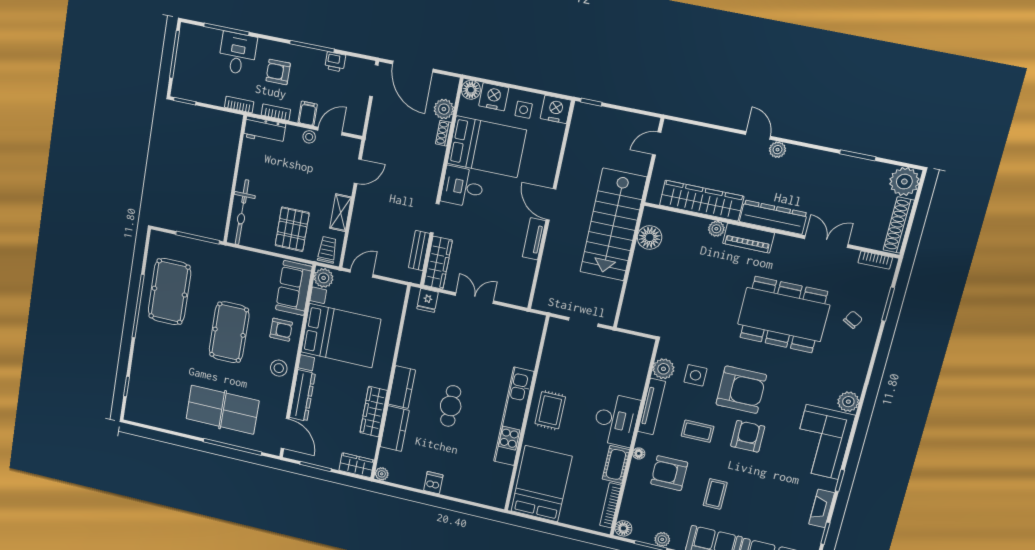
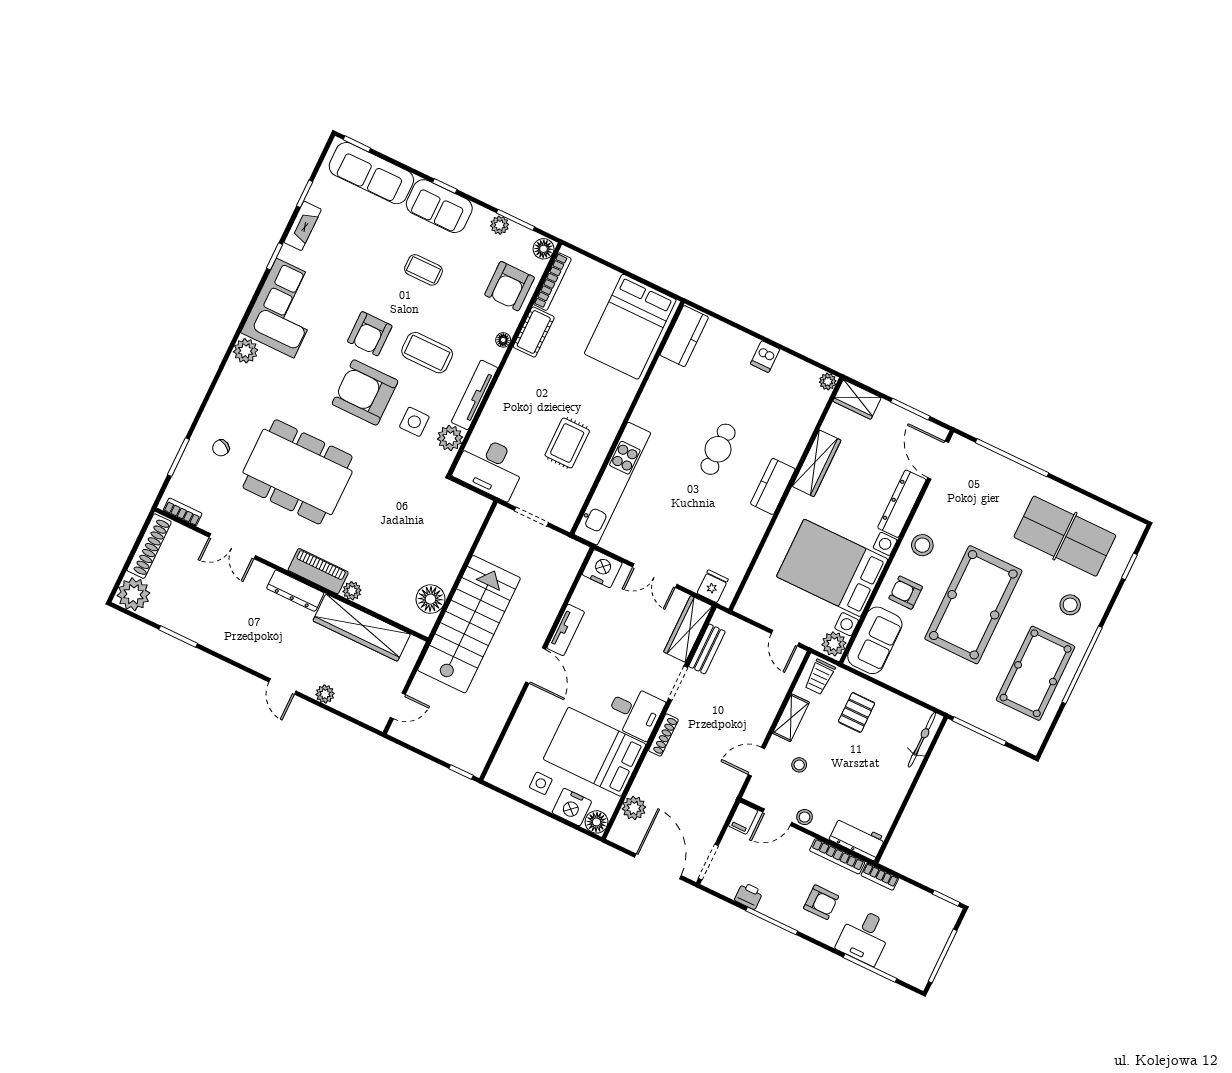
nightstand: (556, 109) -> (602, 569), moved, turned 180
bookcase: (276, 112) -> (837, 856), width x1.56
filing cabinet: (308, 113) -> (743, 818), moved
shoe rack: (443, 133) -> (663, 735), moved, width x1.43
plant: (777, 150) -> (325, 694), moved
stool: (324, 177) -> (799, 765), added
bicycle: (242, 212) -> (922, 740), width x0.73, depth x0.71
dresser: (773, 217) -> (295, 591), width x0.73, depth x0.80
pallet: (292, 229) -> (857, 712), width x0.67, depth x0.71
door: (362, 273) -> (785, 638), hinge flipped
pool table: (229, 332) -> (973, 605), width x1.36, depth x1.32
stool: (160, 349) -> (1070, 605), added
table tennis table: (223, 410) -> (1065, 536), moved
rug: (550, 410) -> (567, 443), moved
kitchen unit: (514, 417) -> (612, 484), moved
desk: (616, 420) -> (490, 467), moved, turned -90
kitchen counter: (395, 429) -> (684, 336), moved, turned 180
coffee table: (697, 431) -> (427, 353), width x1.36, depth x1.30
armchair: (669, 473) -> (510, 286), moved, turned 90
coffee table: (715, 494) -> (423, 270), turned 90

